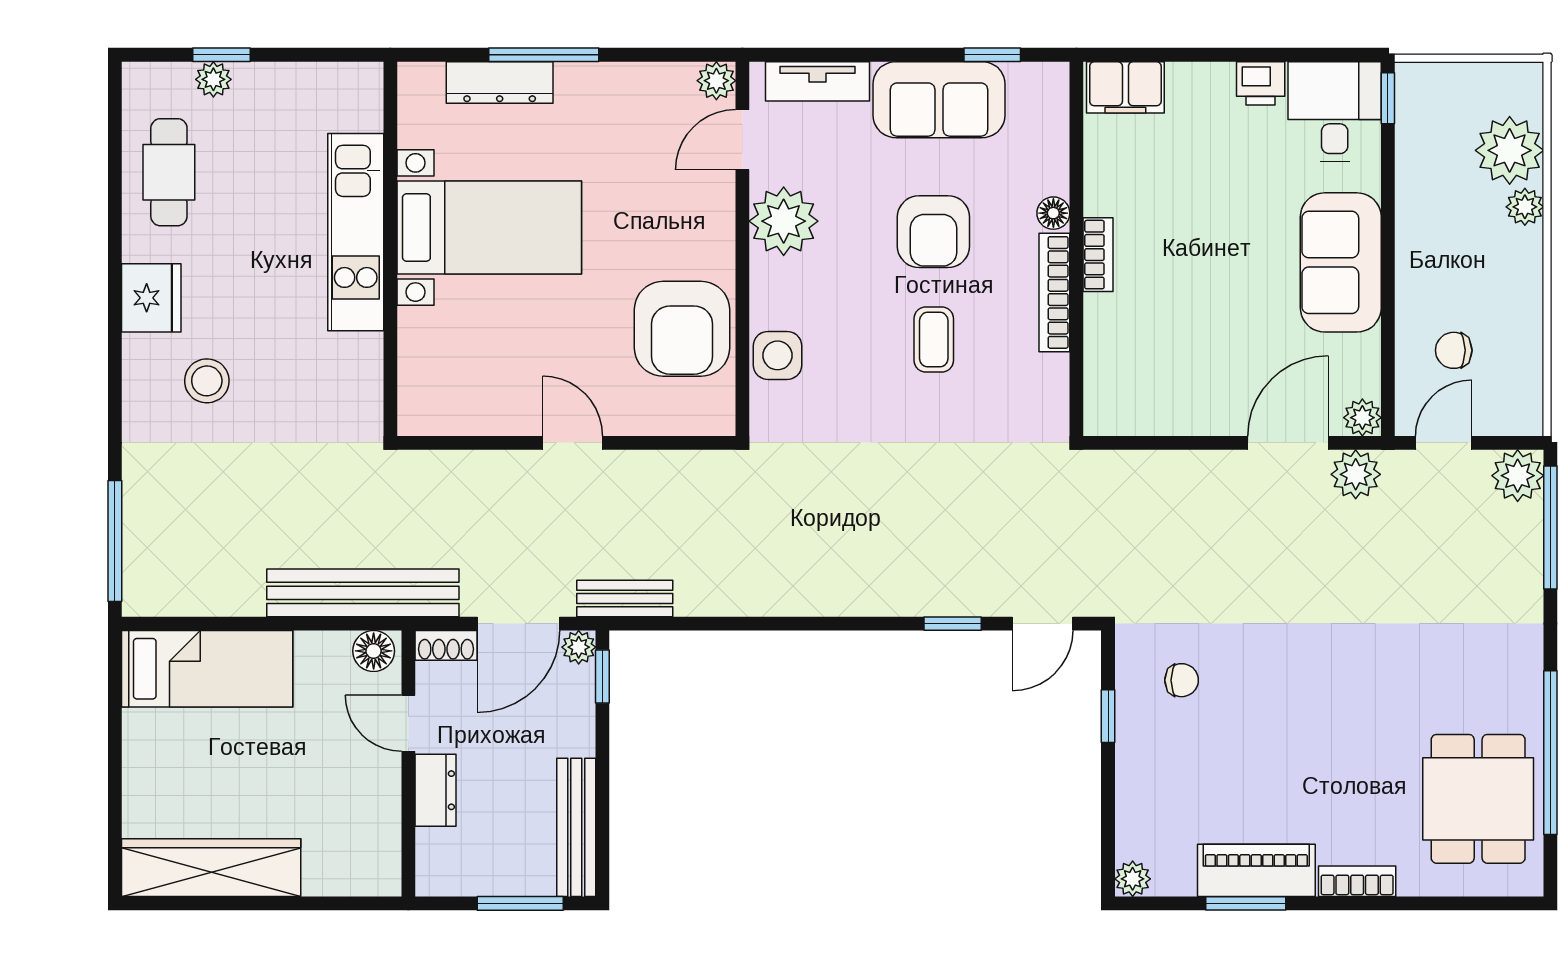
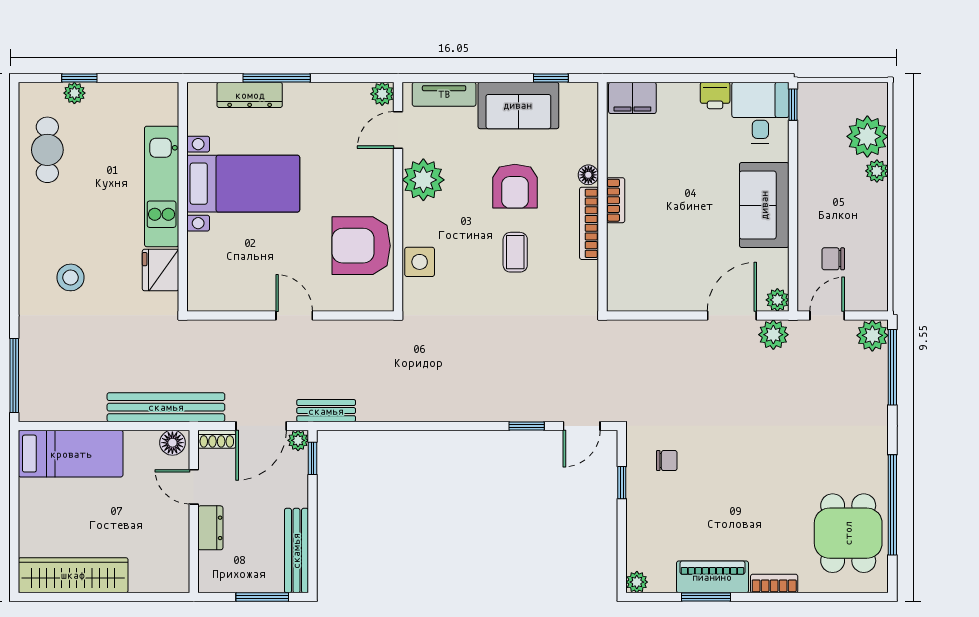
fridge: (151, 298) -> (161, 270), moved, turned 180
armchair: (682, 329) -> (361, 246), turned 90

